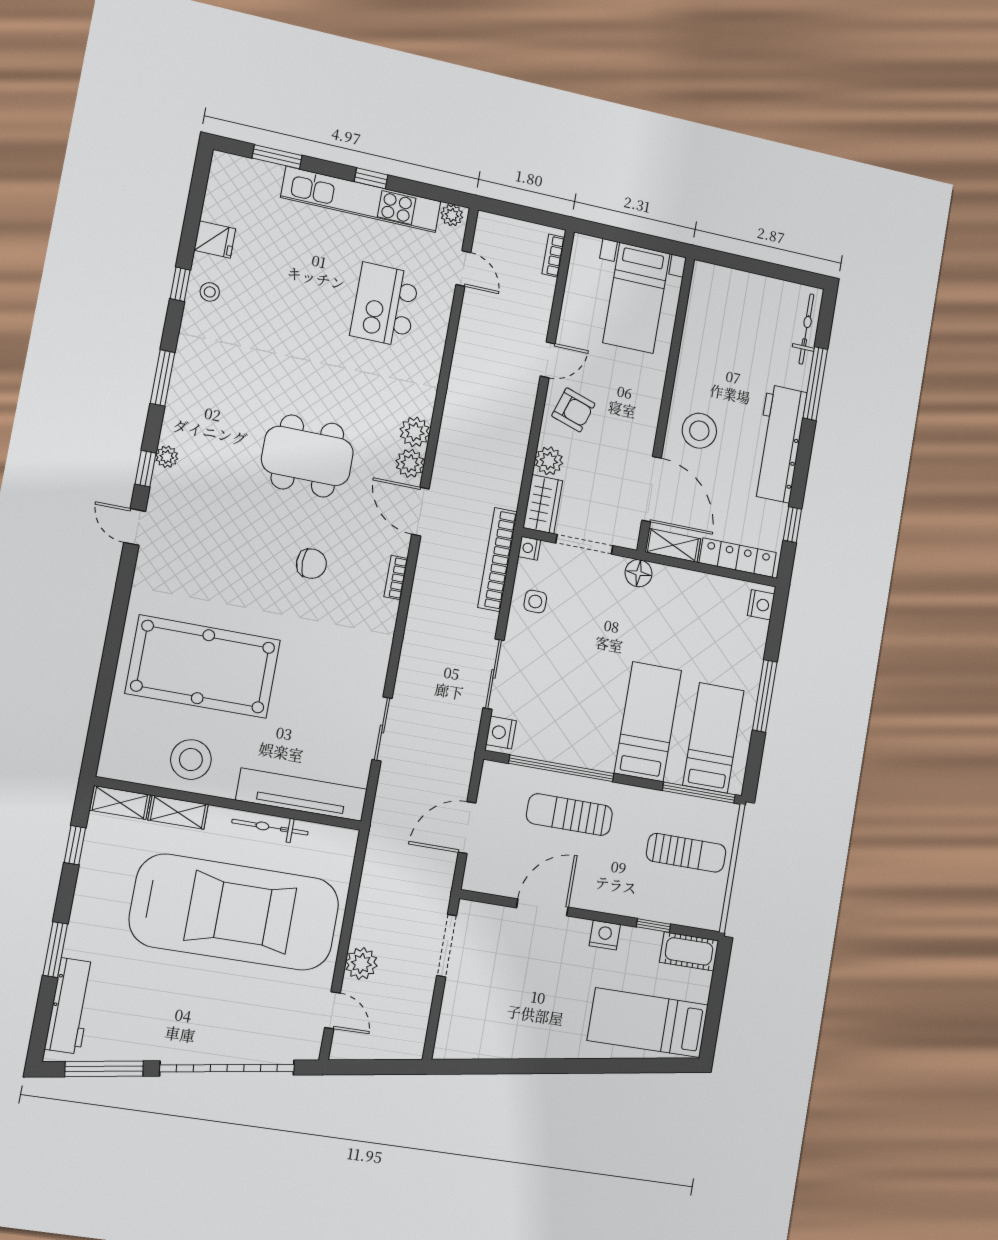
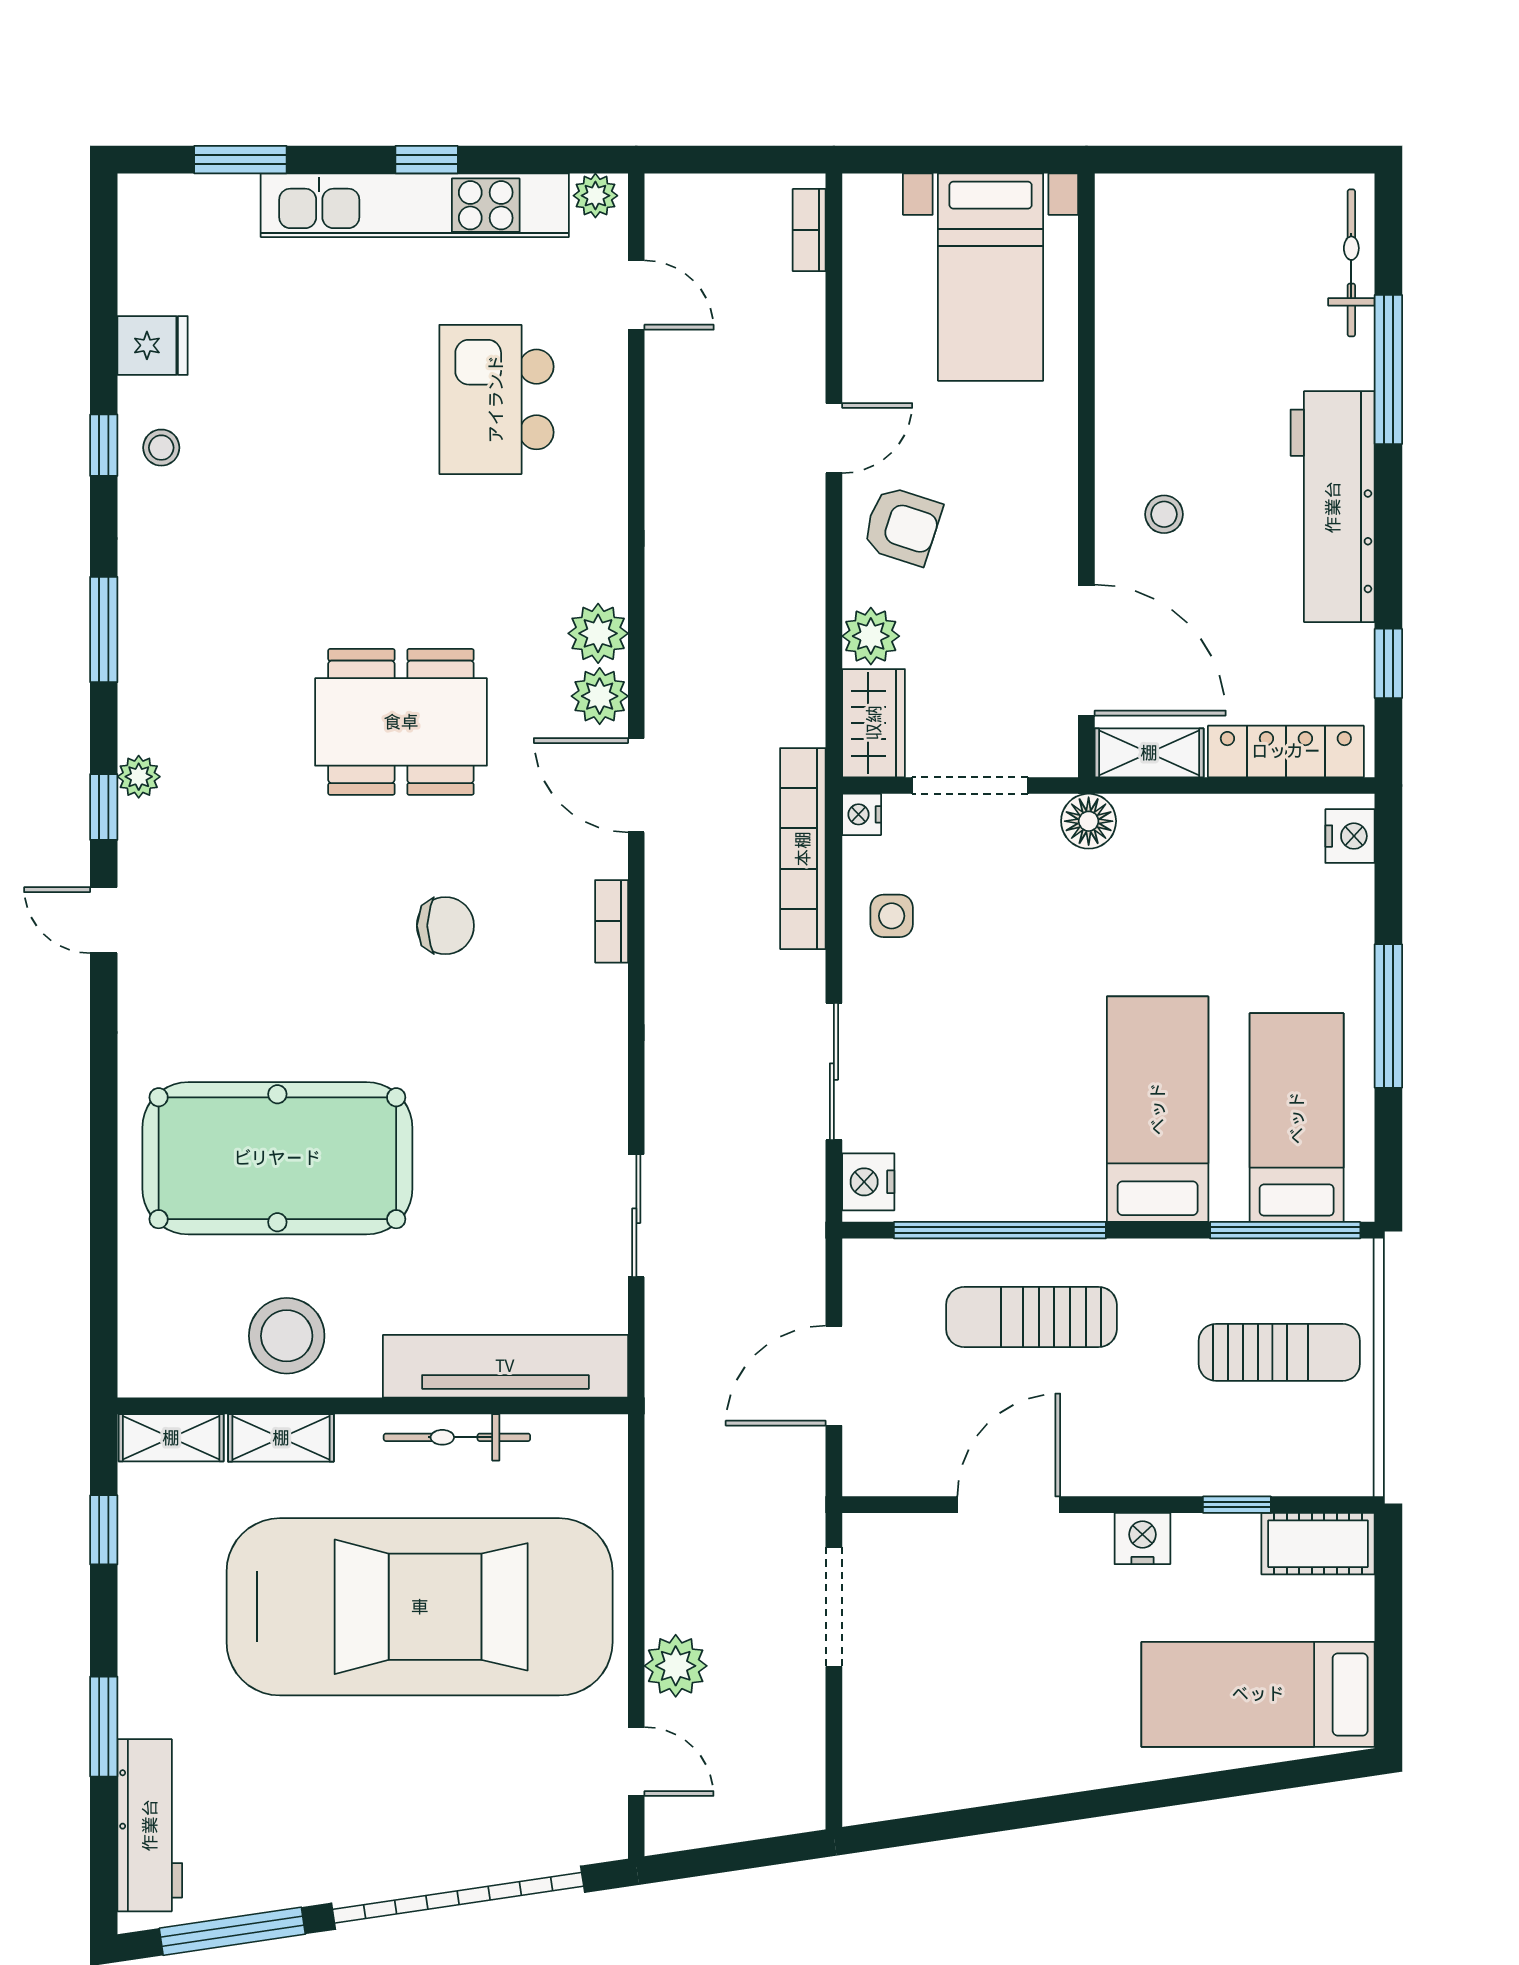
stool: (699, 431) -> (1164, 514), width x0.53, depth x0.53

